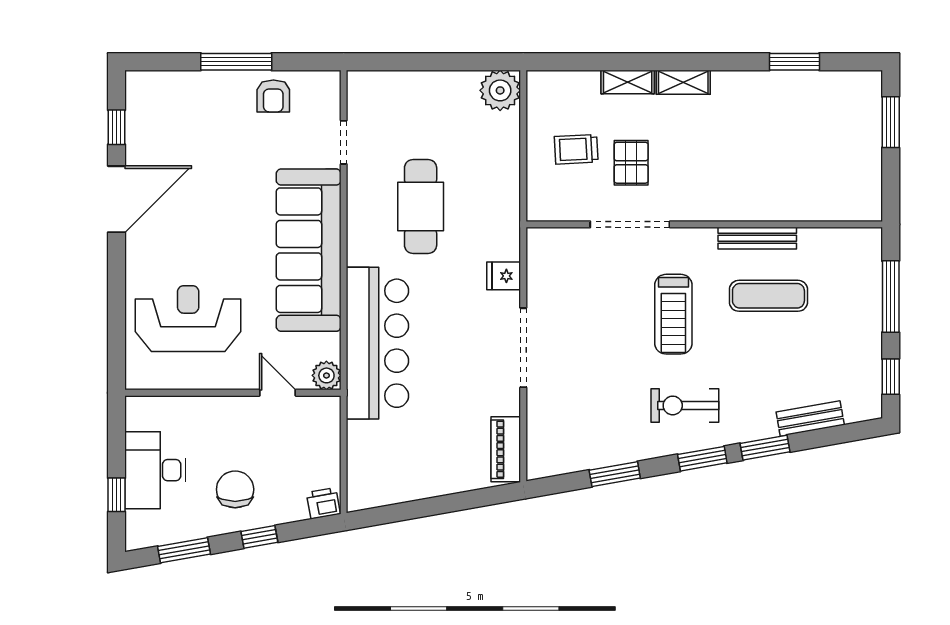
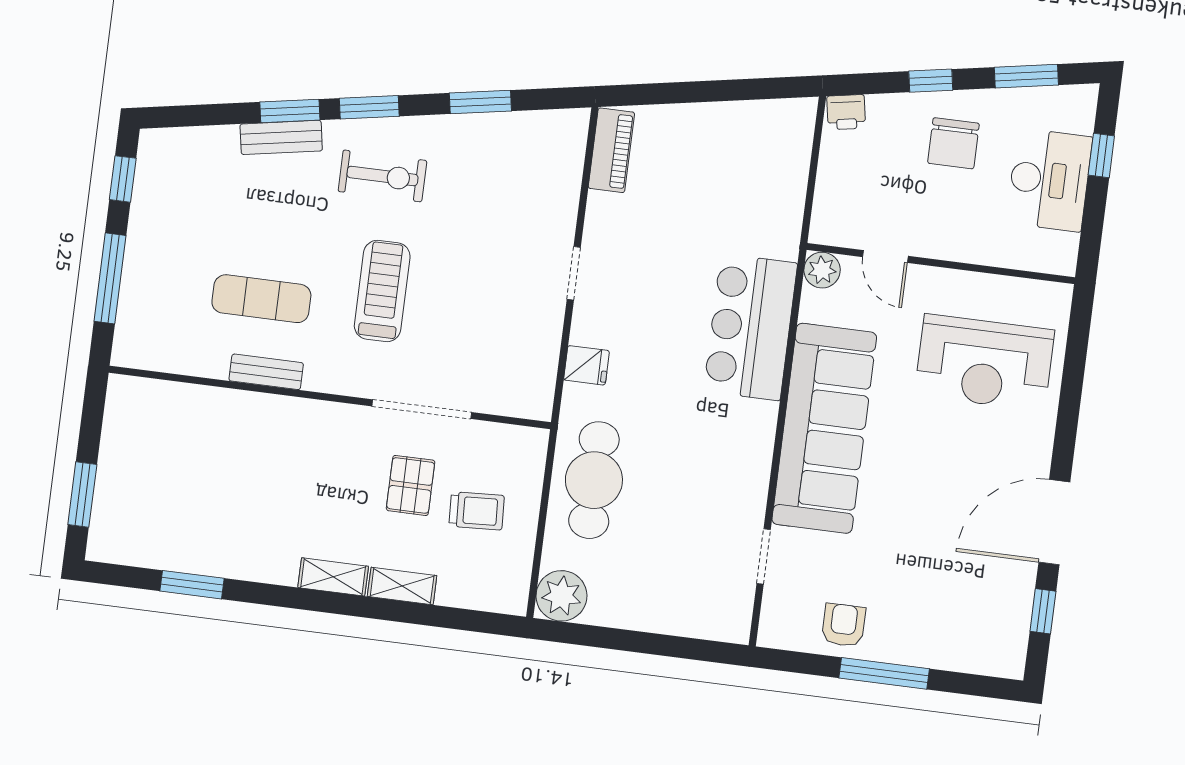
cafe table: (421, 206) -> (594, 480), moved
bench: (757, 238) -> (266, 372), width x0.73
bar counter: (377, 343) -> (750, 327), width x0.73
doorway: (523, 348) -> (574, 273), width x0.53
bench: (810, 419) -> (281, 137), moved

